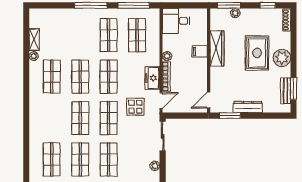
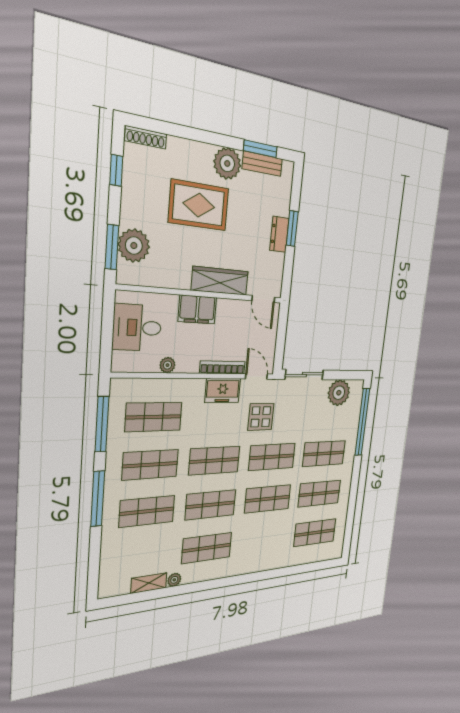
plant: (235, 13) -> (134, 246), width x1.88, depth x1.88
desk: (176, 21) -> (137, 328), moved, turned 90
shop shelf: (80, 35) -> (147, 511), added
wardrobe: (217, 48) -> (220, 281), moved
filing cabinet: (200, 51) -> (197, 309), width x2.00
plant: (167, 56) -> (167, 365), moved
plant: (282, 58) -> (227, 163), moved
dresser: (248, 107) -> (279, 234), width x0.70
window: (230, 116) -> (292, 229), moved
plant: (155, 166) -> (339, 393), width x1.88, depth x1.88

